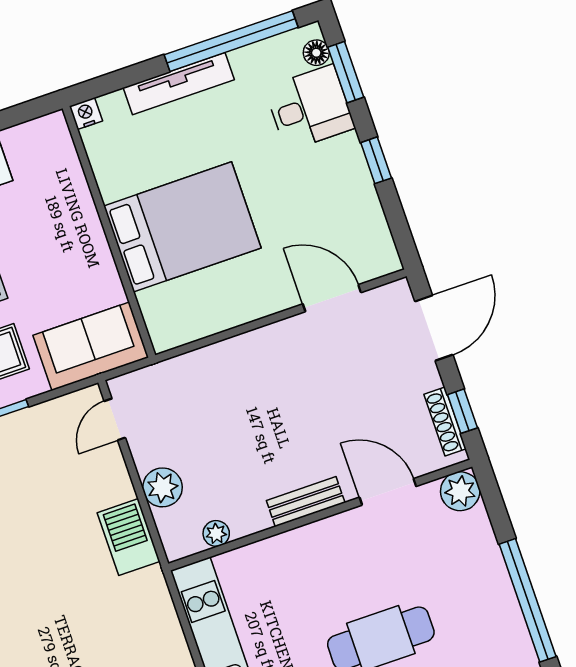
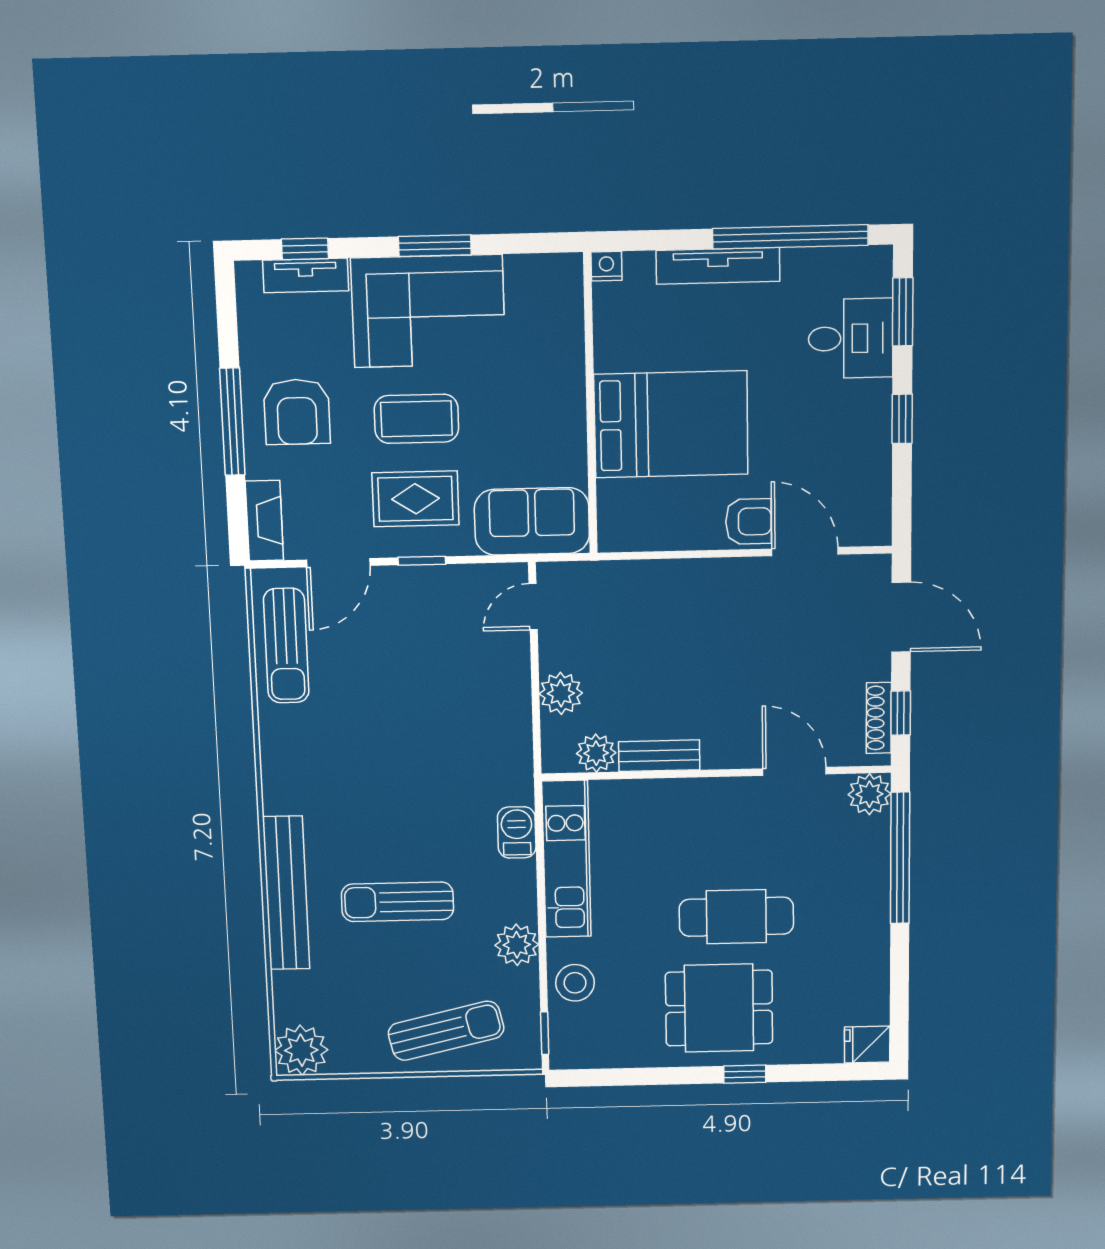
floor lamp: (316, 53) -> (878, 280), removed
armchair: (275, 288) -> (748, 522), added
door: (434, 328) -> (901, 617), hinge flipped
bench: (306, 502) -> (659, 756), moved
plant: (216, 533) -> (596, 753), width x1.38, depth x1.38
barbecue: (129, 537) -> (517, 832), moved, width x0.73, depth x0.79
window: (528, 600) -> (900, 858), moved

